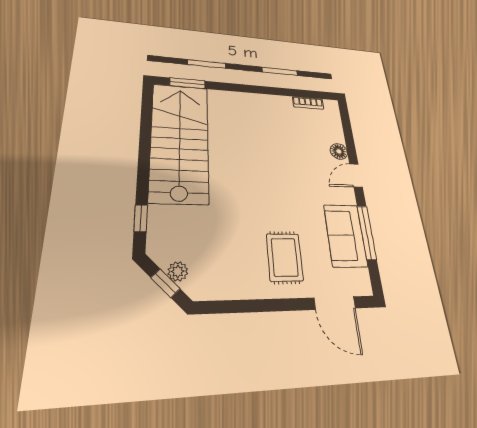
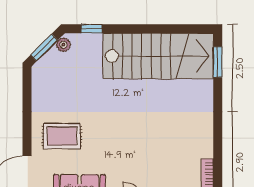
plant: (178, 271) -> (63, 45), moved
window: (165, 283) -> (44, 48), width x1.50

